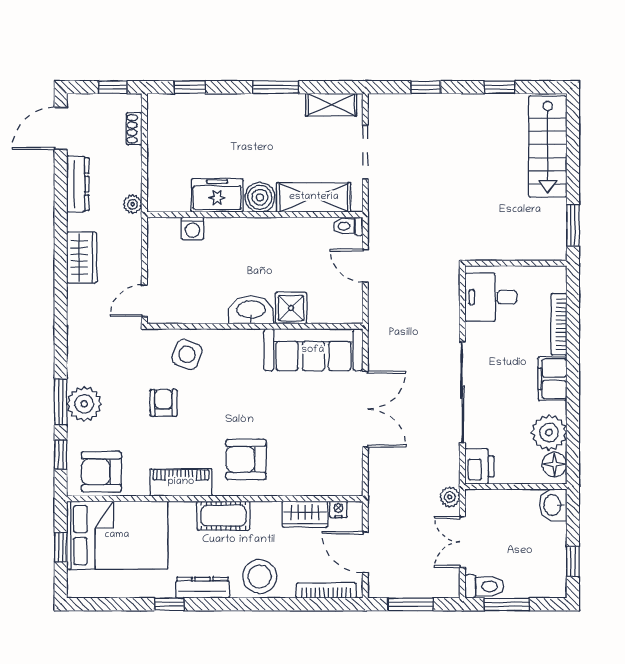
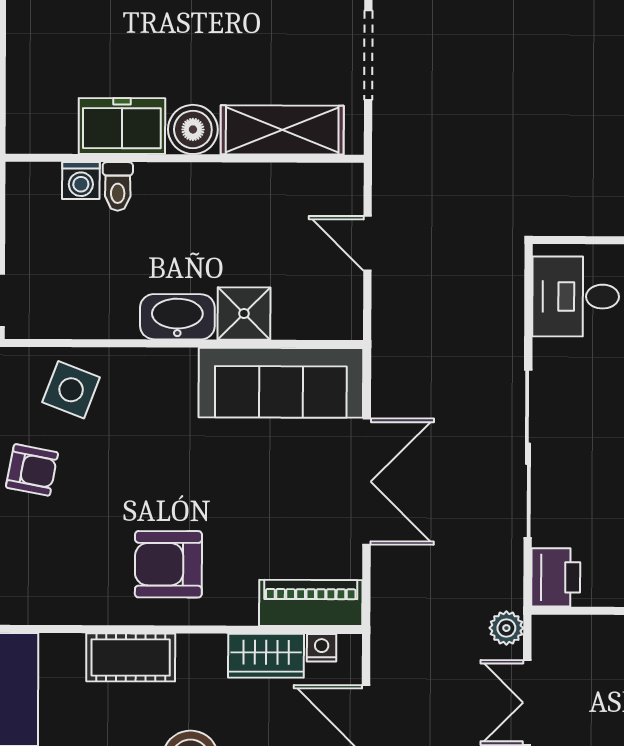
toilet: (348, 226) -> (118, 186), moved, turned -90
armchair: (164, 403) -> (32, 470), turned 101
piano: (181, 482) -> (311, 603), moved

